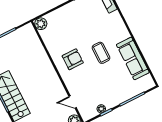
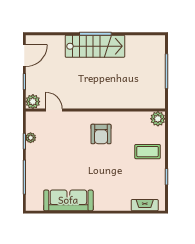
coffee table: (101, 53) -> (148, 152), moved
door: (73, 102) -> (54, 110), hinge flipped

